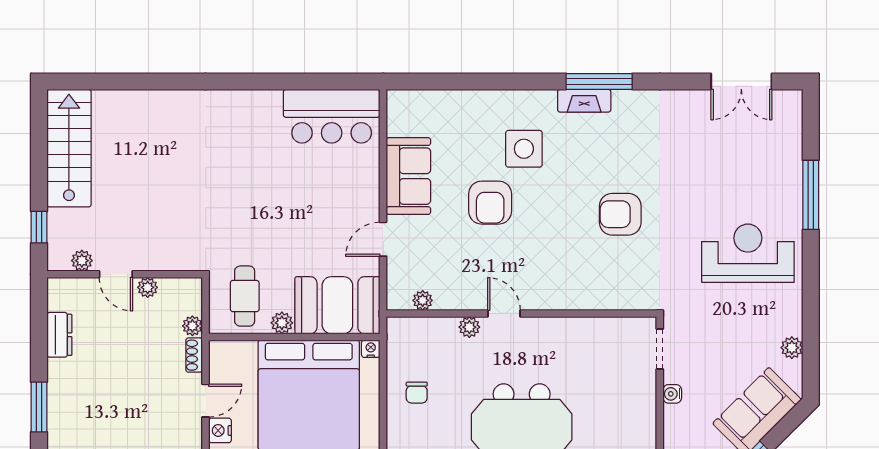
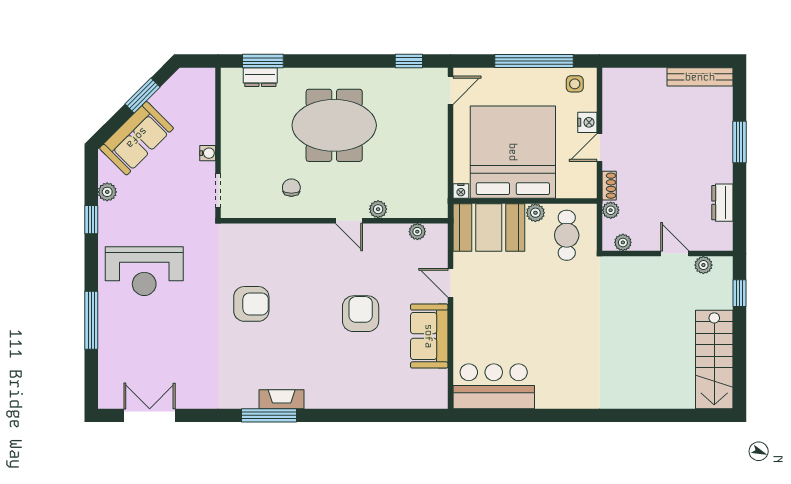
side table: (524, 149) -> (332, 359), removed
door: (383, 239) -> (450, 283), swing flipped
plant: (148, 287) -> (623, 242), moved
window: (811, 315) -> (91, 220), added
chair: (417, 393) -> (291, 188), moved

